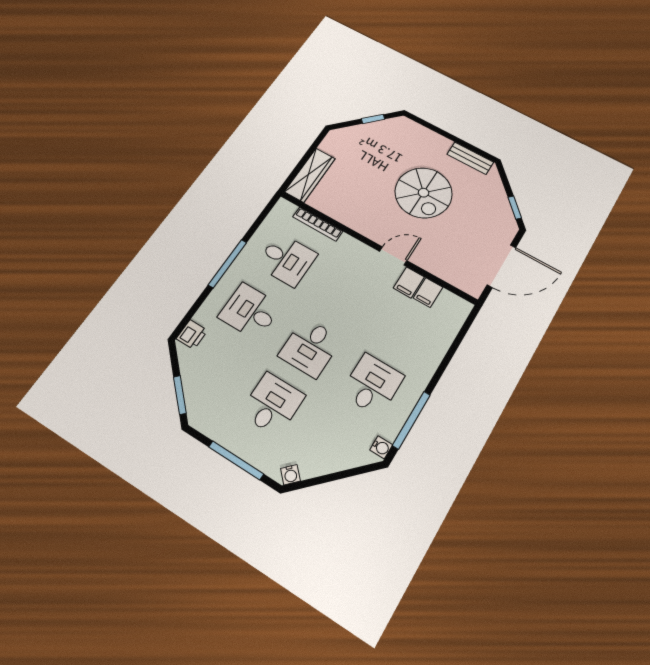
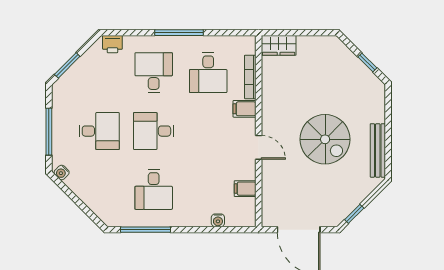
bench: (470, 158) -> (378, 150), width x1.36
wardrobe: (310, 175) -> (279, 45), width x0.67
spiral stairs: (424, 193) -> (325, 139), turned -90
filing cabinet: (409, 282) -> (244, 109), moved
desk: (372, 385) -> (154, 189), turned 90
water cooler: (381, 447) -> (218, 220), moved

